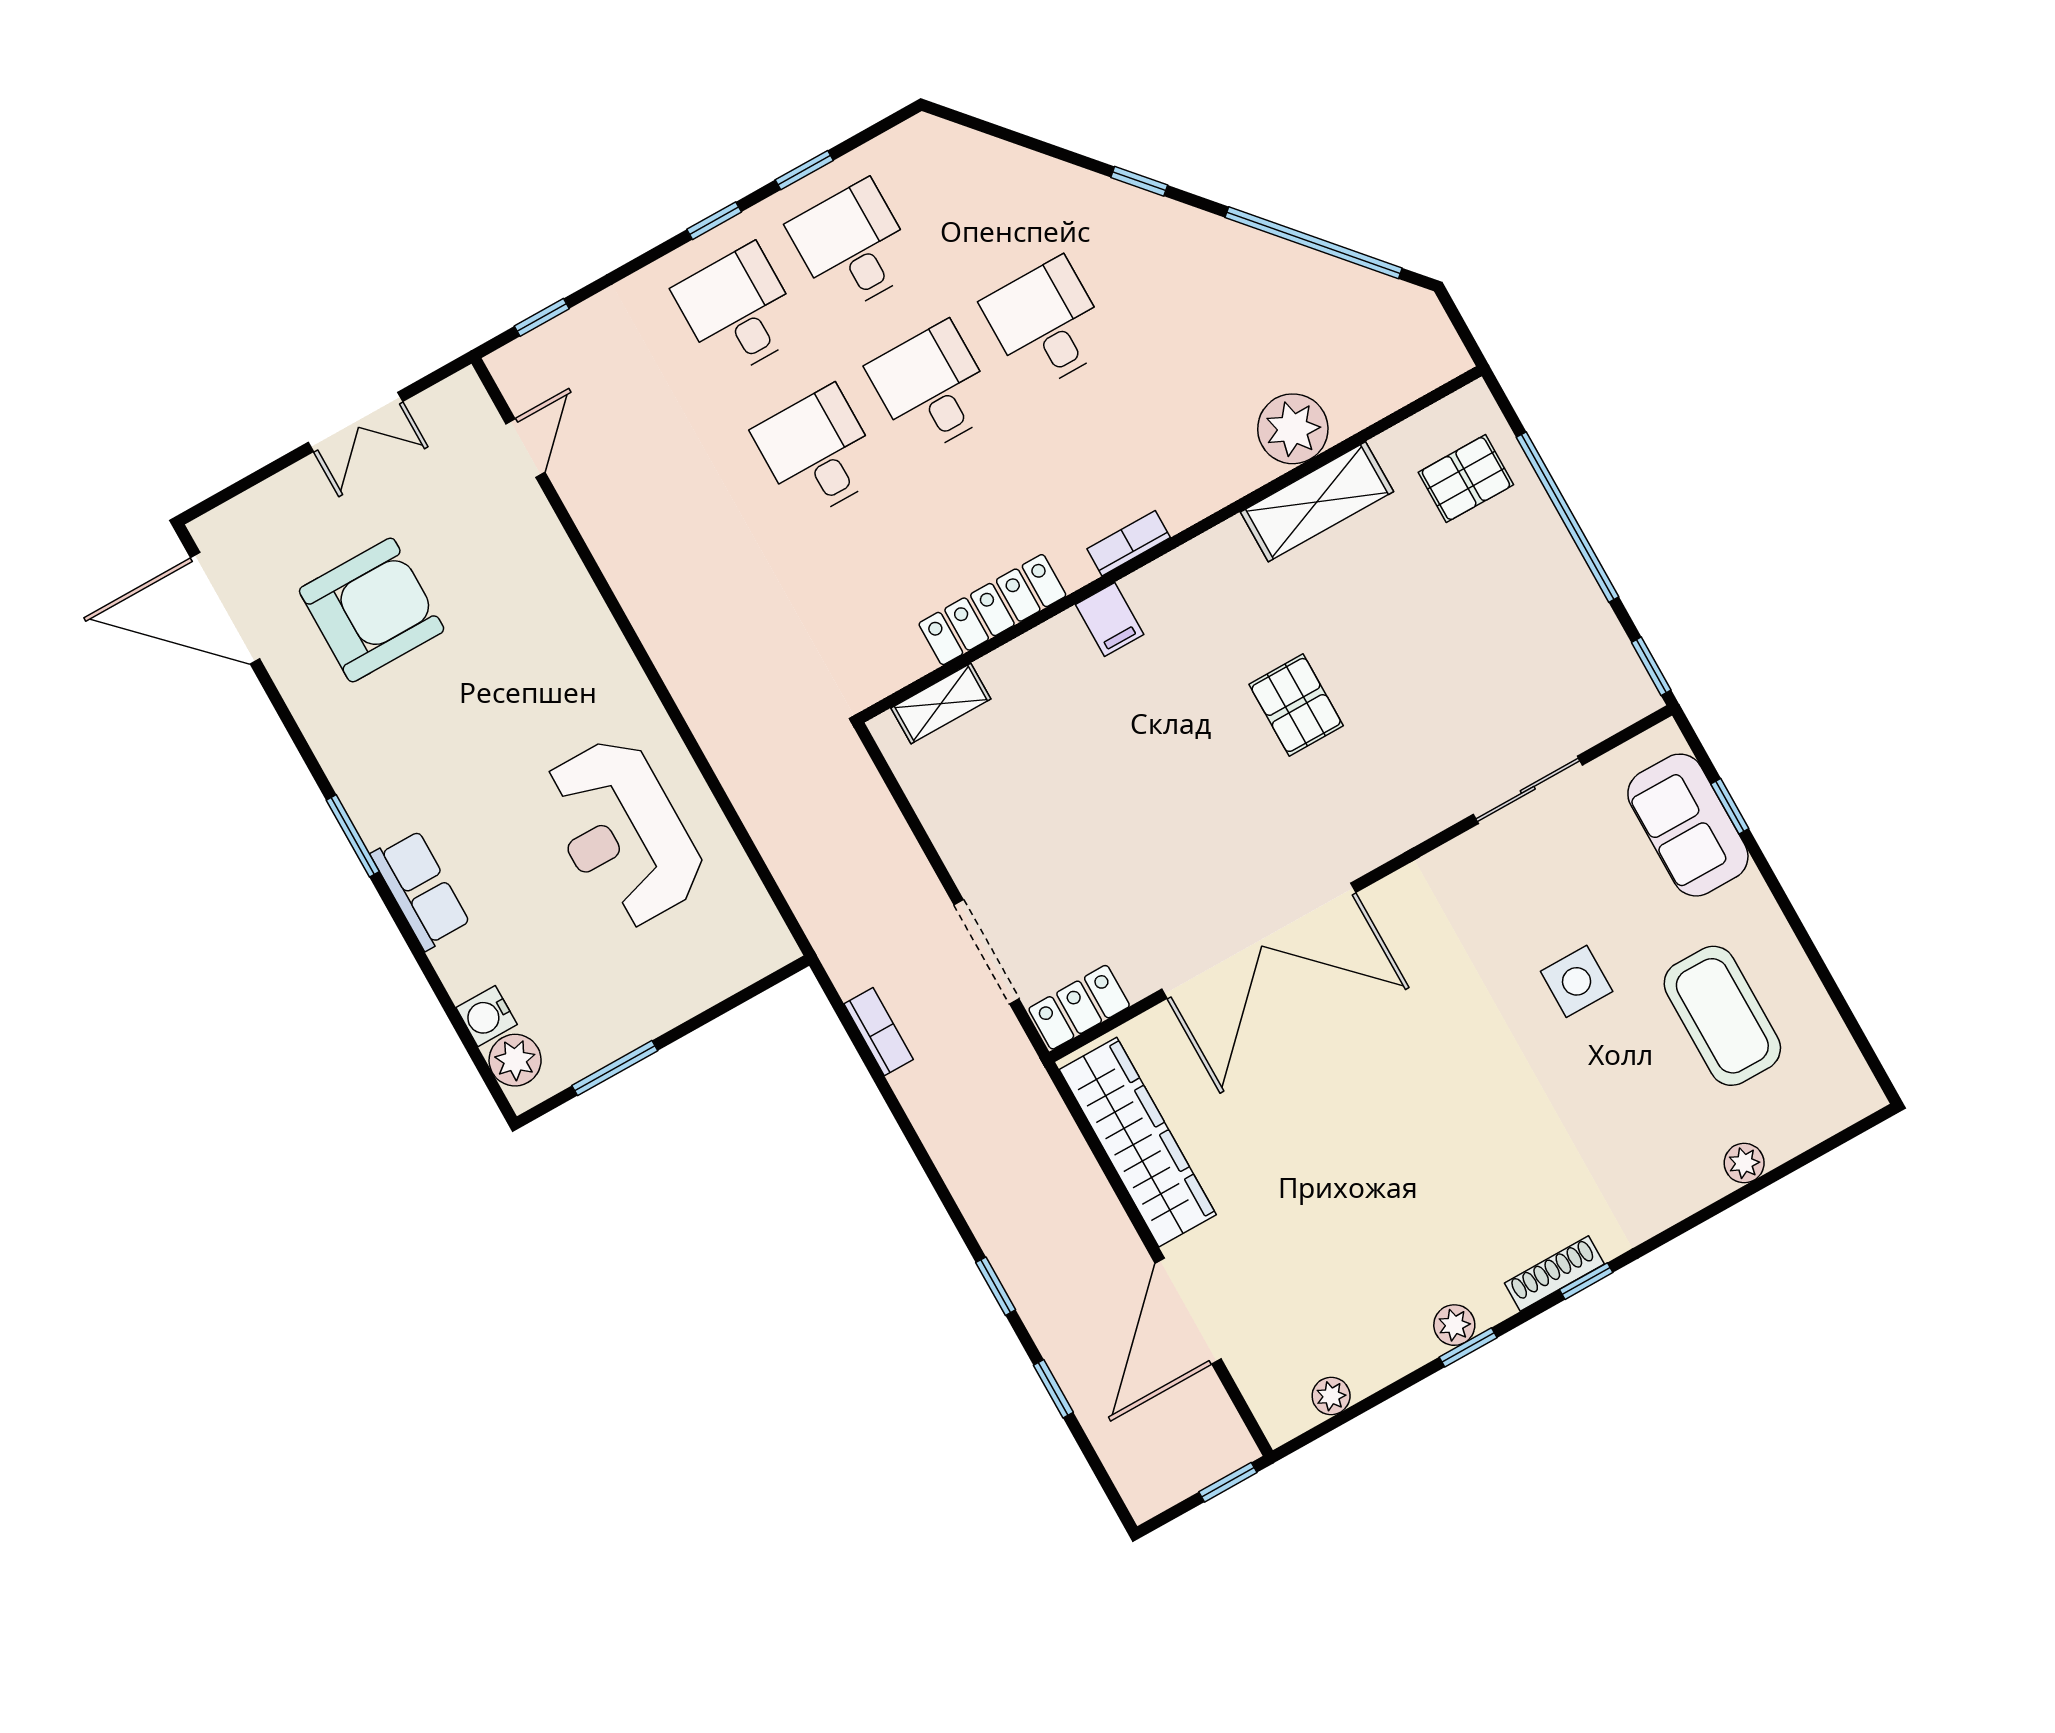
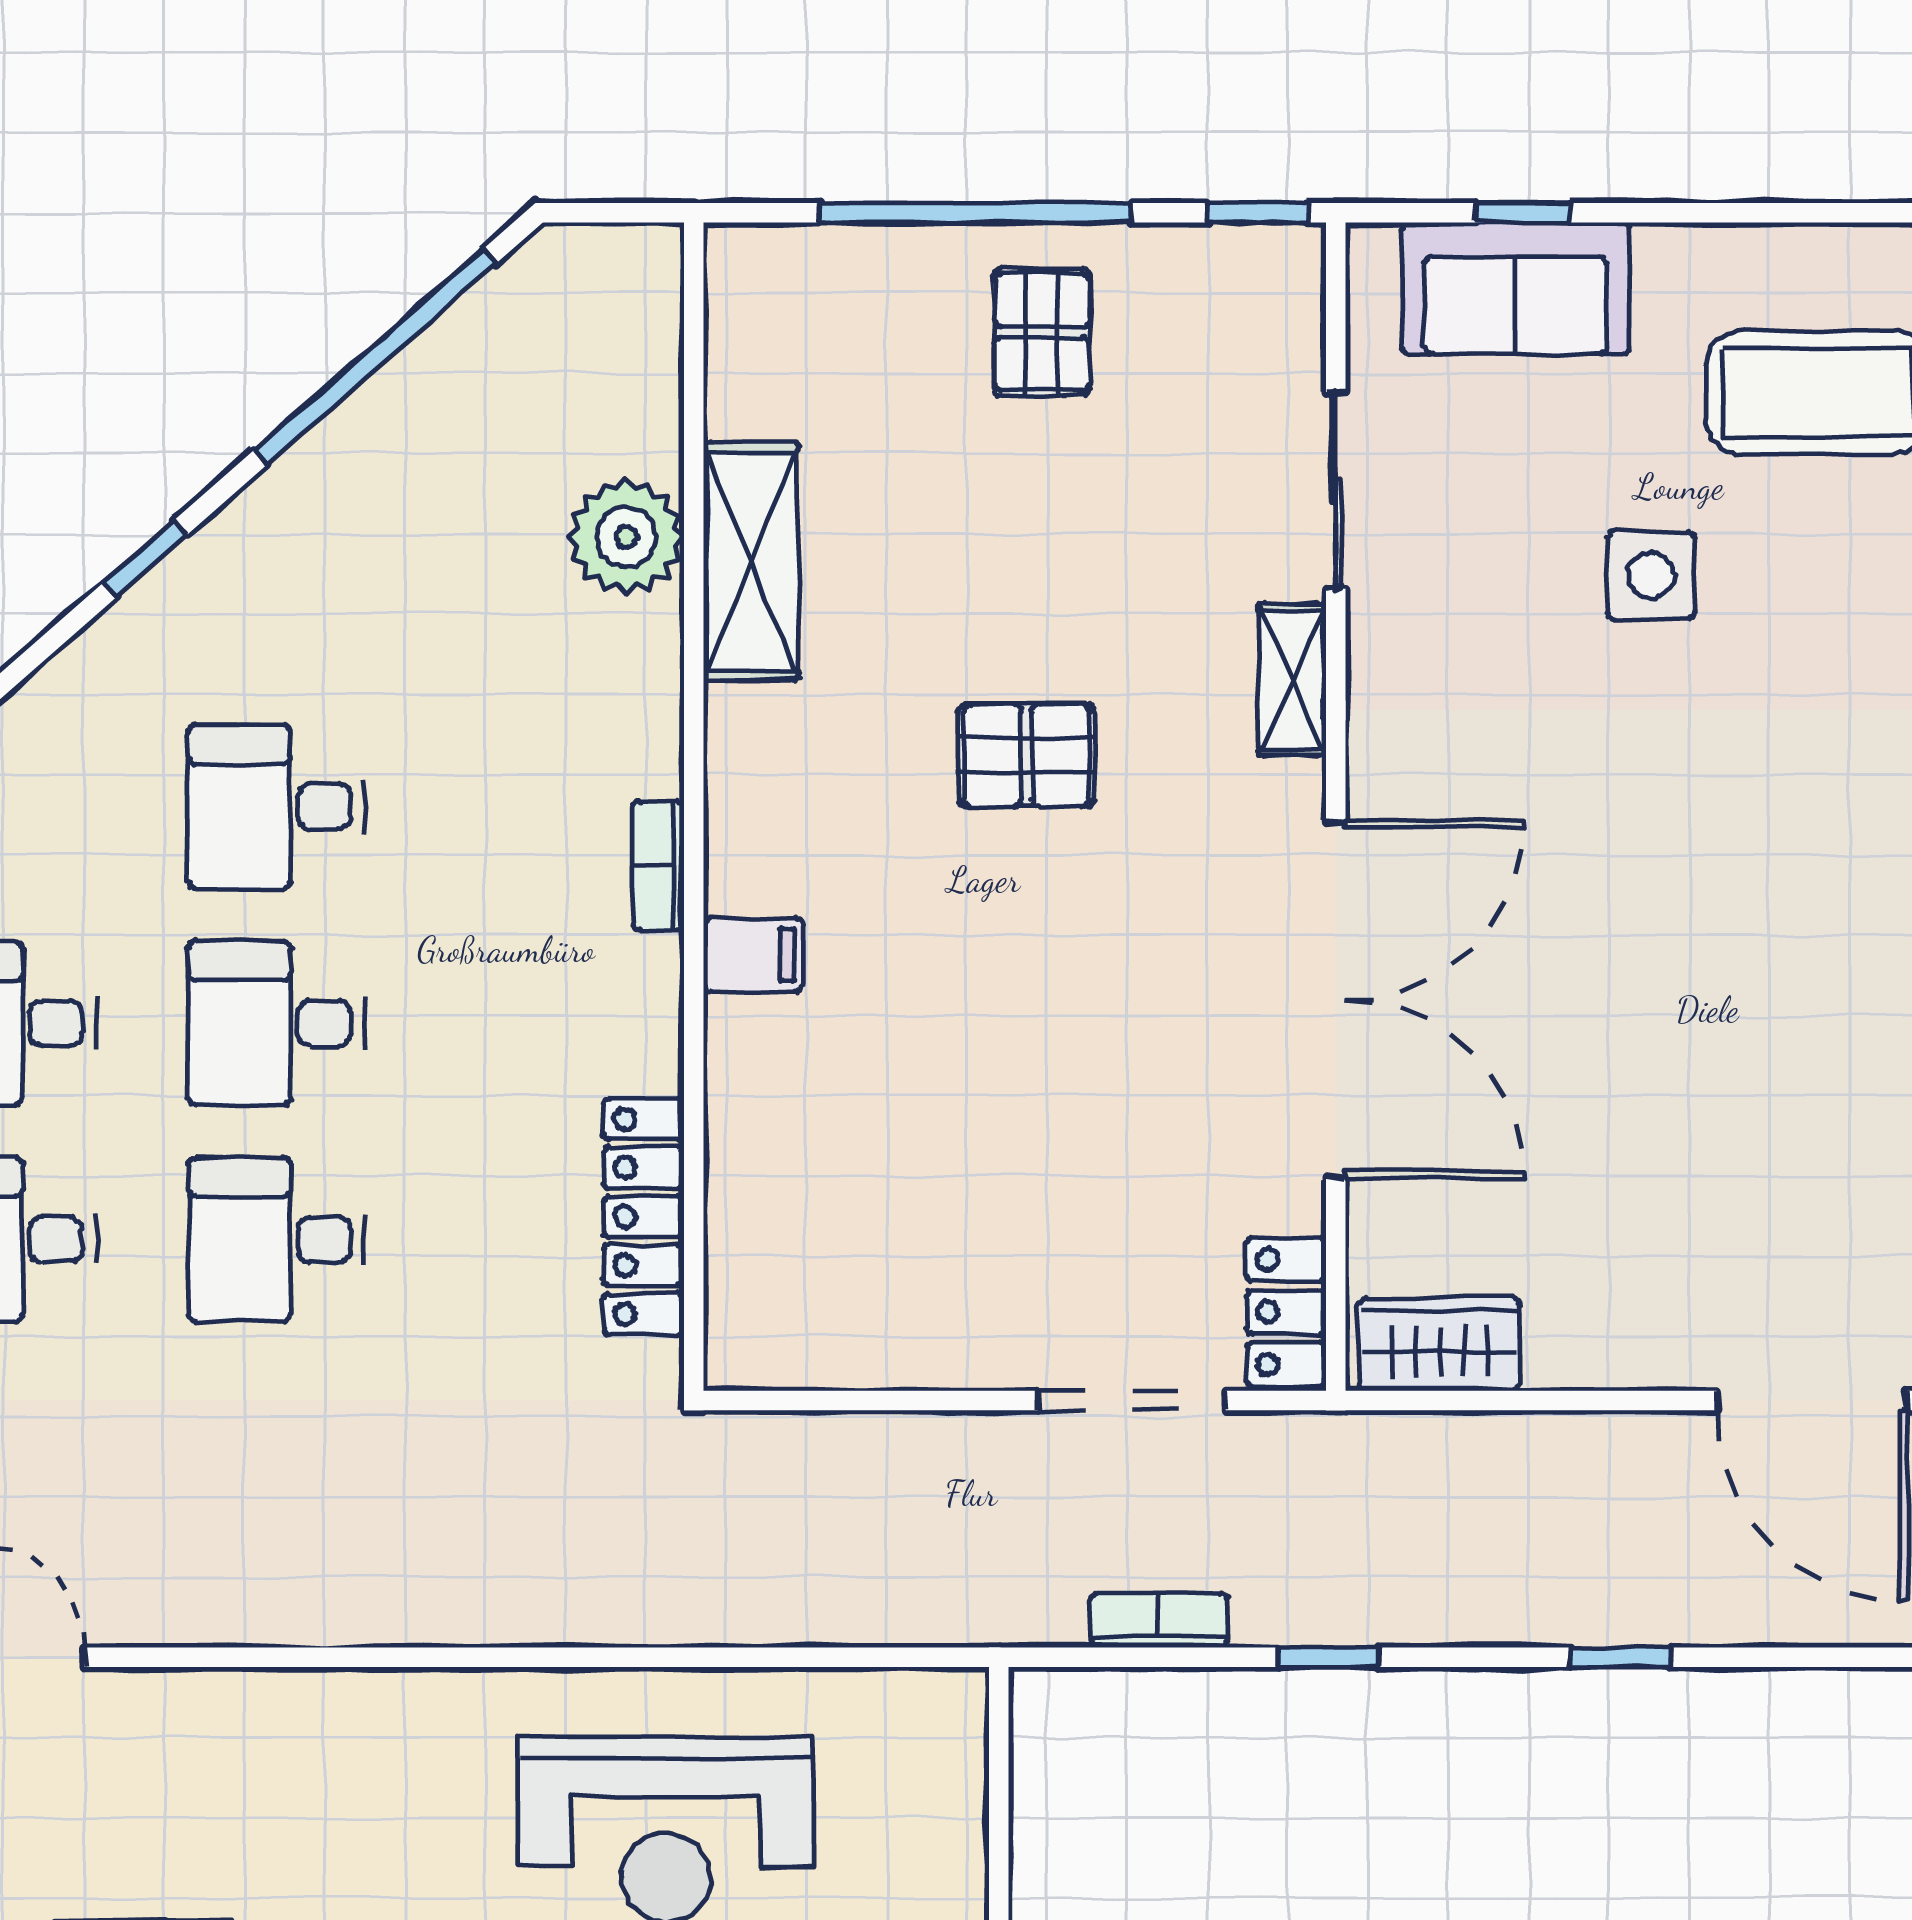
pallet: (1466, 479) -> (1042, 332), moved
locker: (992, 610) -> (644, 1216), moved
shelving: (941, 704) -> (1292, 680), moved
wardrobe: (1138, 1142) -> (1440, 1344), width x0.48, depth x0.85
window: (1053, 1389) -> (1329, 1657), moved

